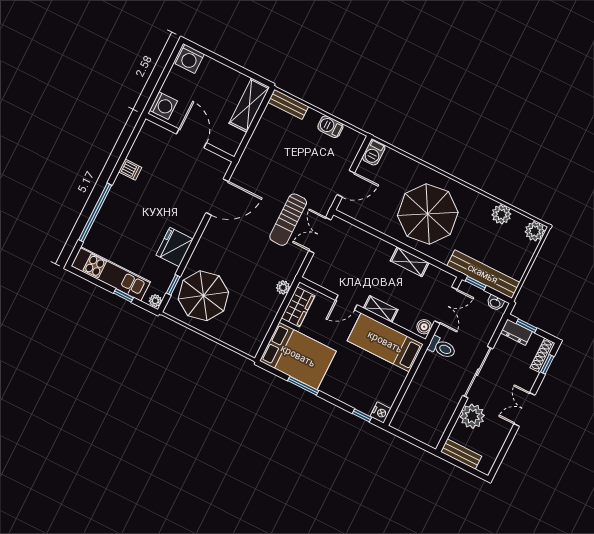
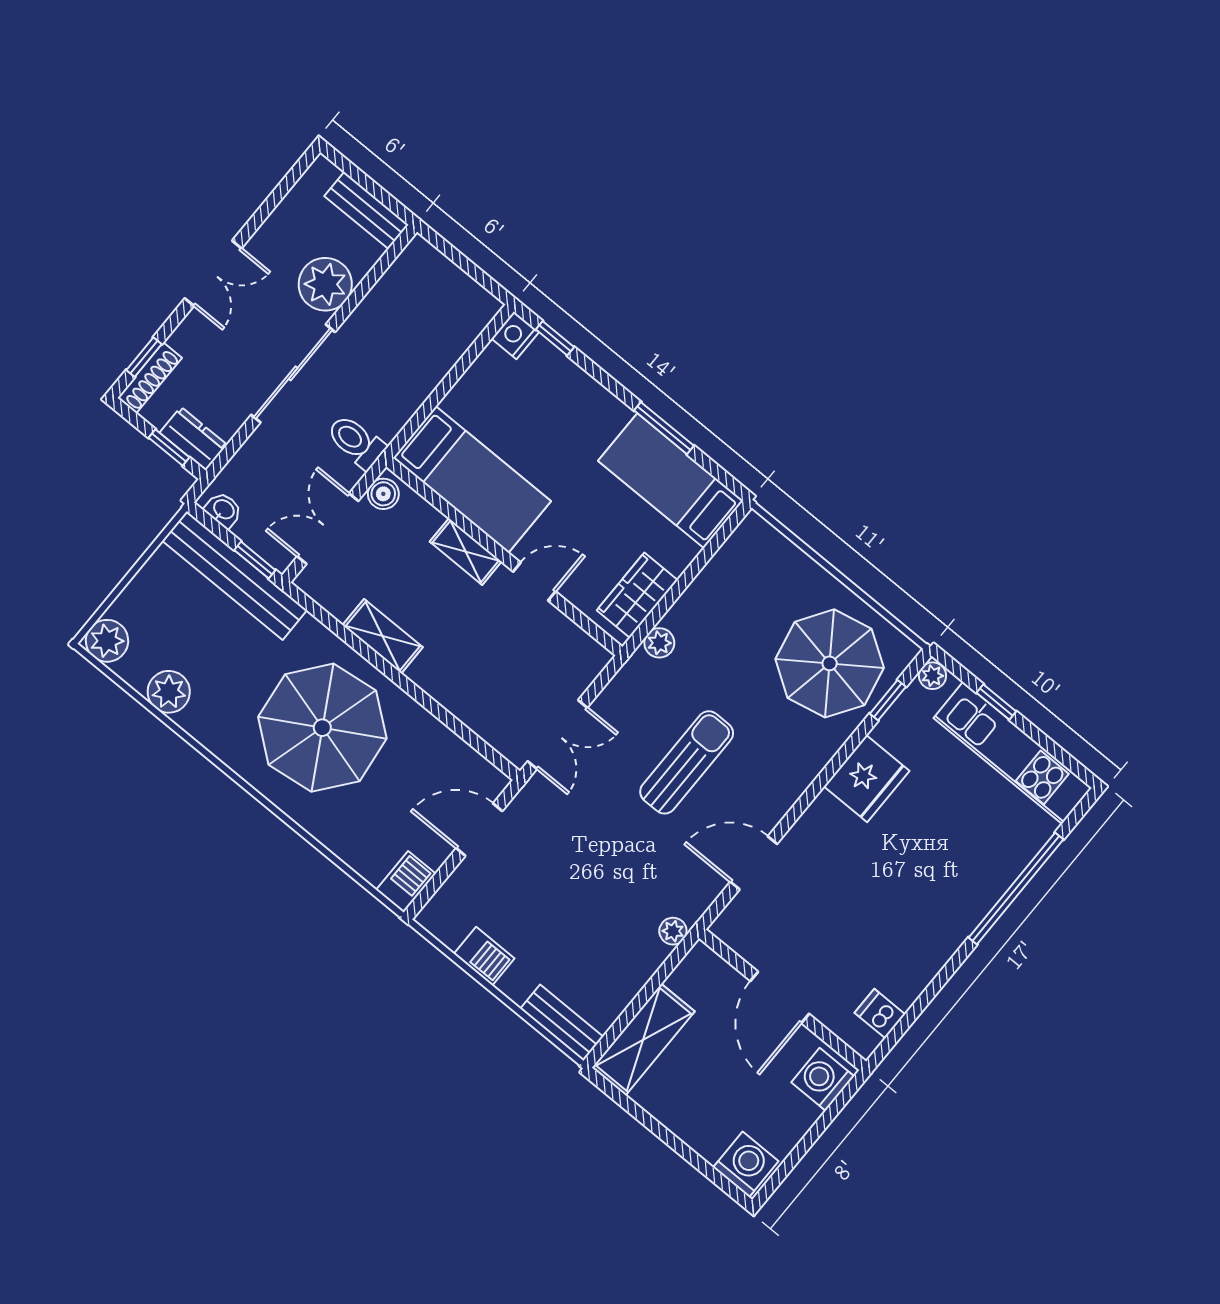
plant: (247, 158) -> (673, 931), added
dishwasher: (130, 170) -> (880, 1014), moved
door: (217, 197) -> (754, 863), width x0.73
sun lounger: (288, 220) -> (687, 762), moved
bed: (298, 356) -> (671, 481), width x0.67

